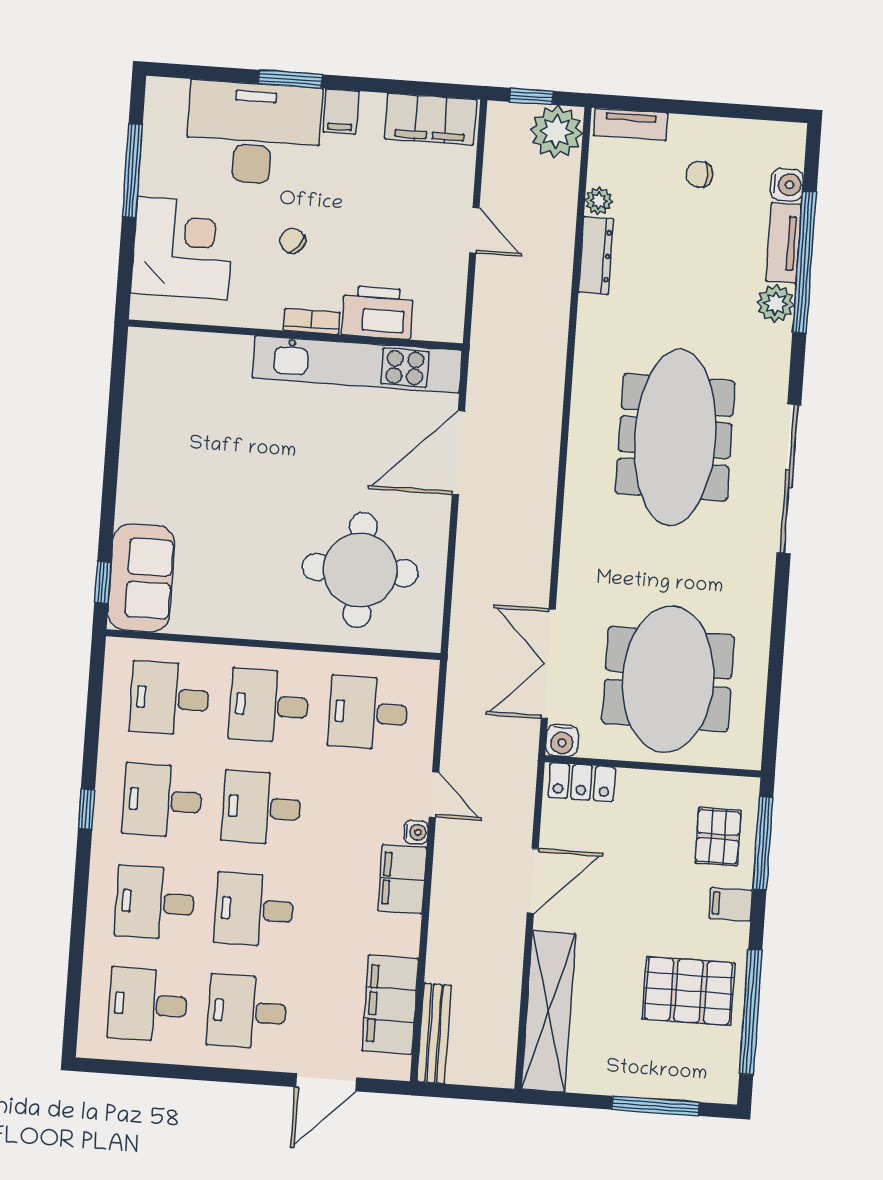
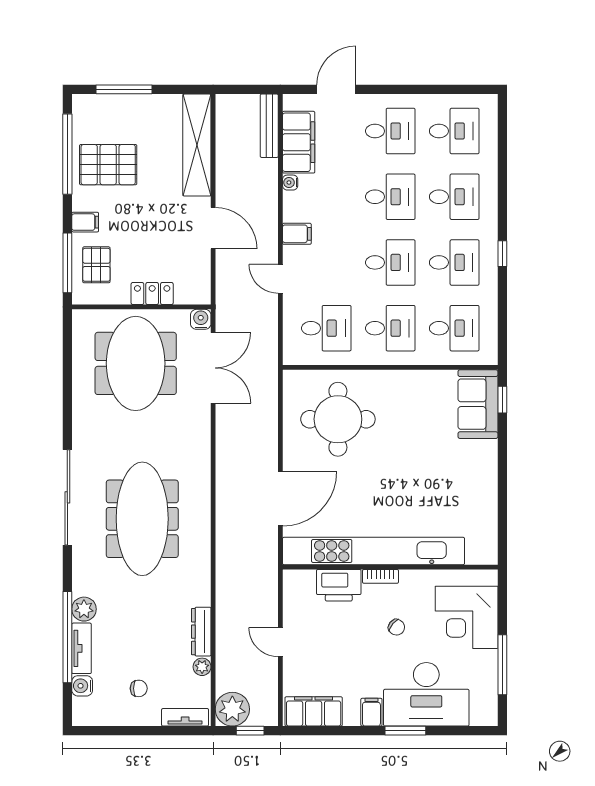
kitchen unit: (357, 364) -> (374, 551), width x1.36
locker: (582, 782) -> (152, 294), moved
water cooler: (416, 832) -> (290, 183), moved
filing cabinet: (402, 879) -> (297, 234), width x0.50
door: (533, 881) -> (213, 228), swing flipped

